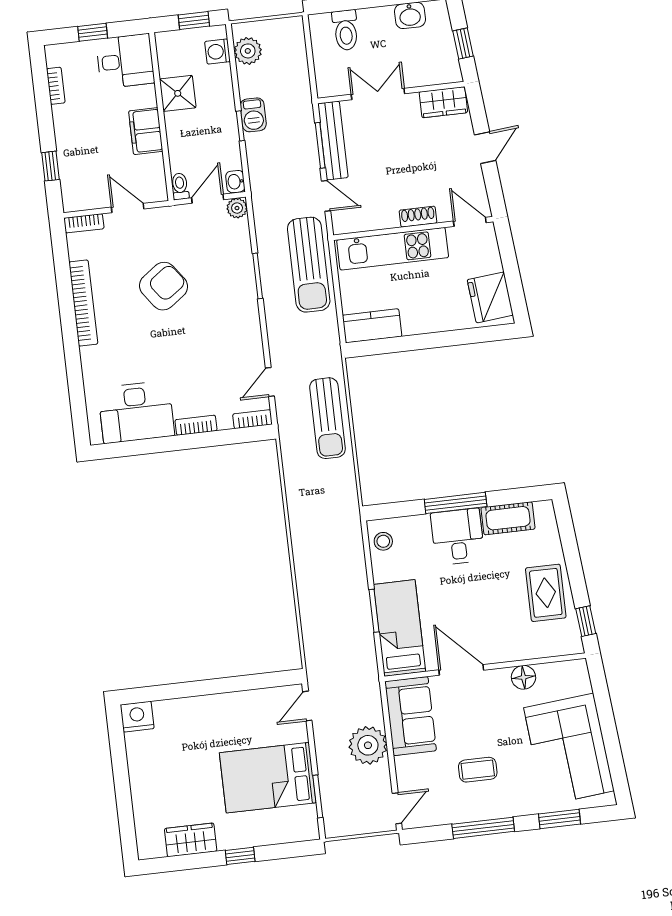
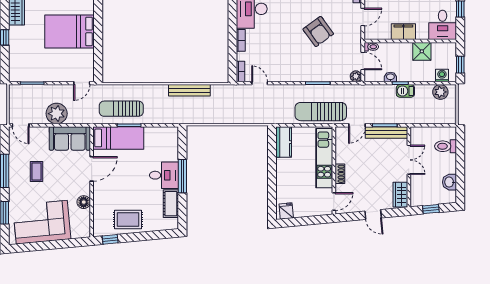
washbasin: (235, 182) -> (390, 77), moved
fridge: (490, 297) -> (286, 211), width x0.53, depth x0.75
sun lounger: (327, 418) -> (121, 109), moved
bench: (298, 508) -> (189, 90), added
stool: (383, 541) -> (166, 135), removed
door: (307, 706) -> (82, 83), swing flipped
bed: (268, 778) -> (70, 31), moved, turned -90

